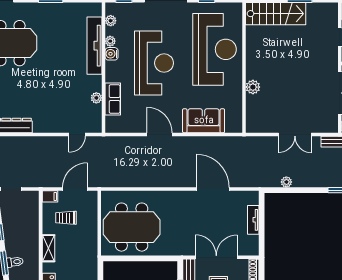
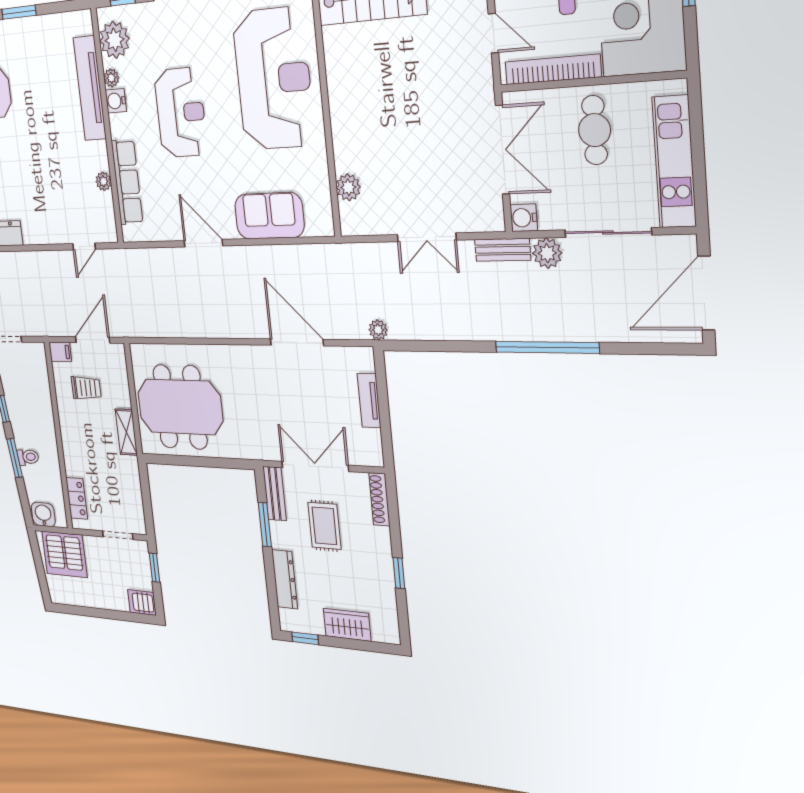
plant: (111, 21) -> (114, 40), width x1.88, depth x1.88
reception desk: (154, 63) -> (181, 113), width x0.74, depth x0.77
plant: (253, 87) -> (348, 187), moved
row of seats: (113, 99) -> (127, 182), width x1.48
plant: (286, 182) -> (378, 330), moved
trolley: (66, 218) -> (86, 388), turned 180
shelving: (48, 248) -> (126, 432), moved

